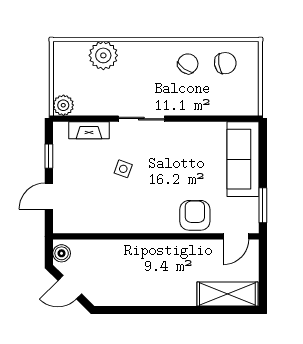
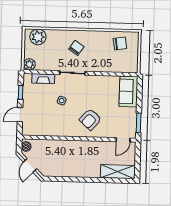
plant: (103, 55) -> (38, 37), moved
chair: (188, 64) -> (76, 48), moved
sofa: (243, 159) -> (128, 91), width x0.73
armchair: (195, 215) -> (90, 119), moved, turned -138
door: (70, 287) -> (30, 165), hinge flipped

